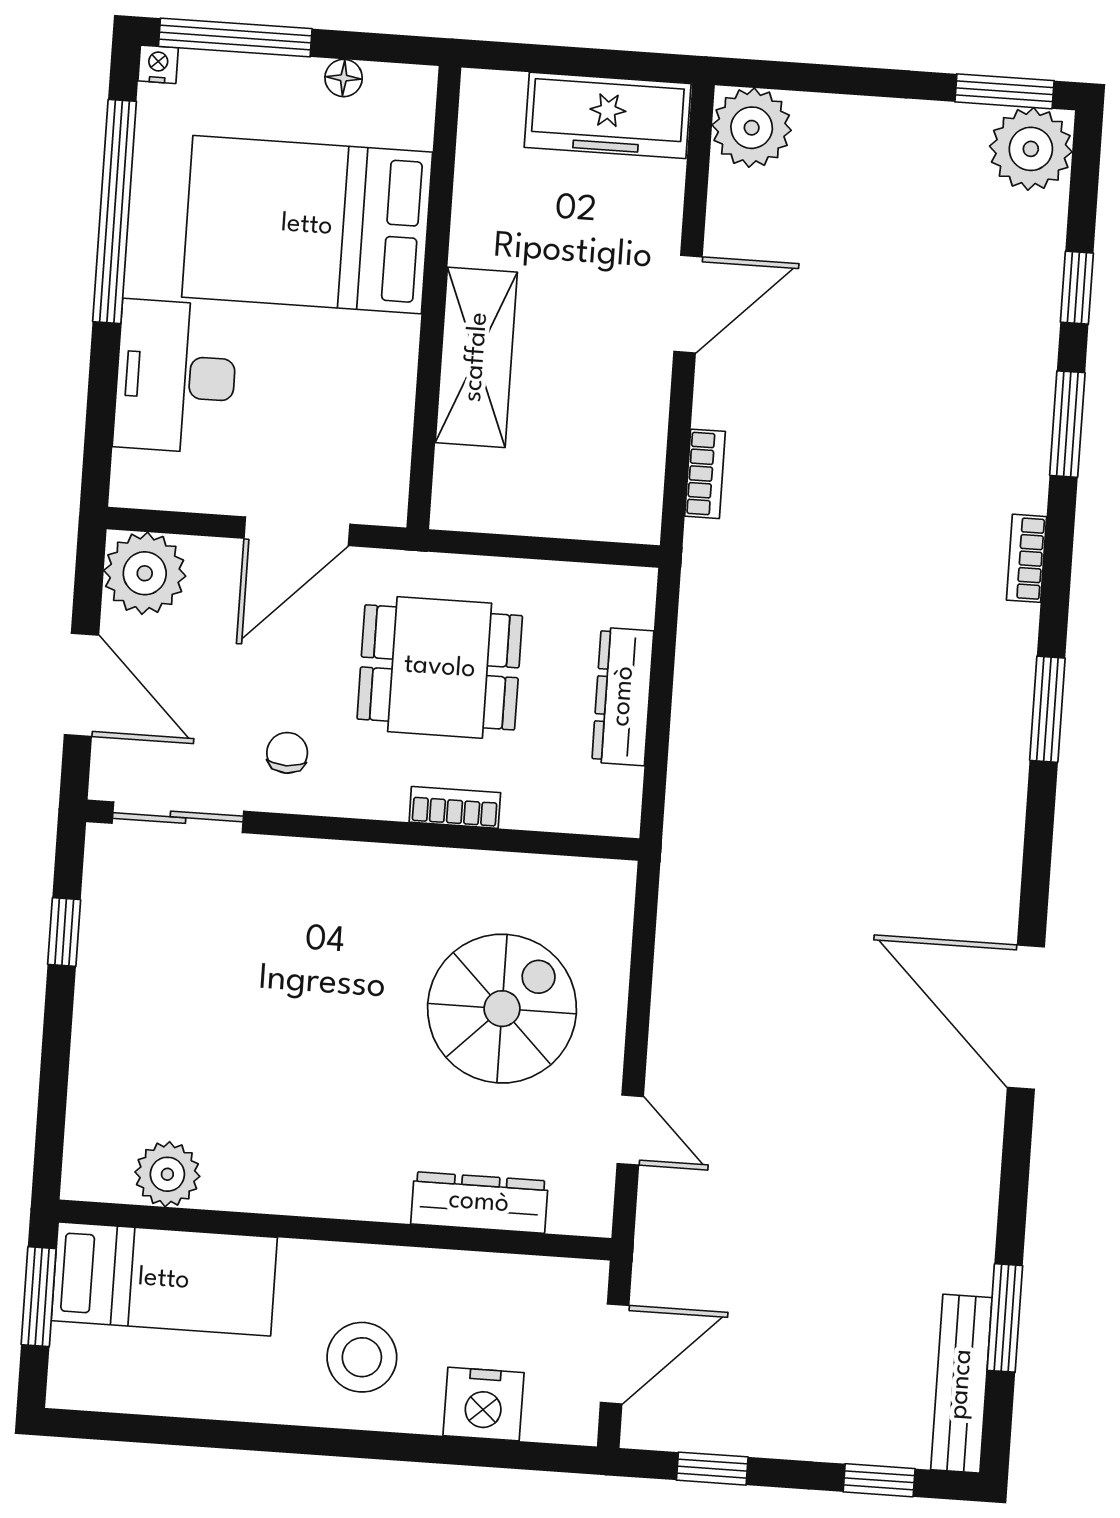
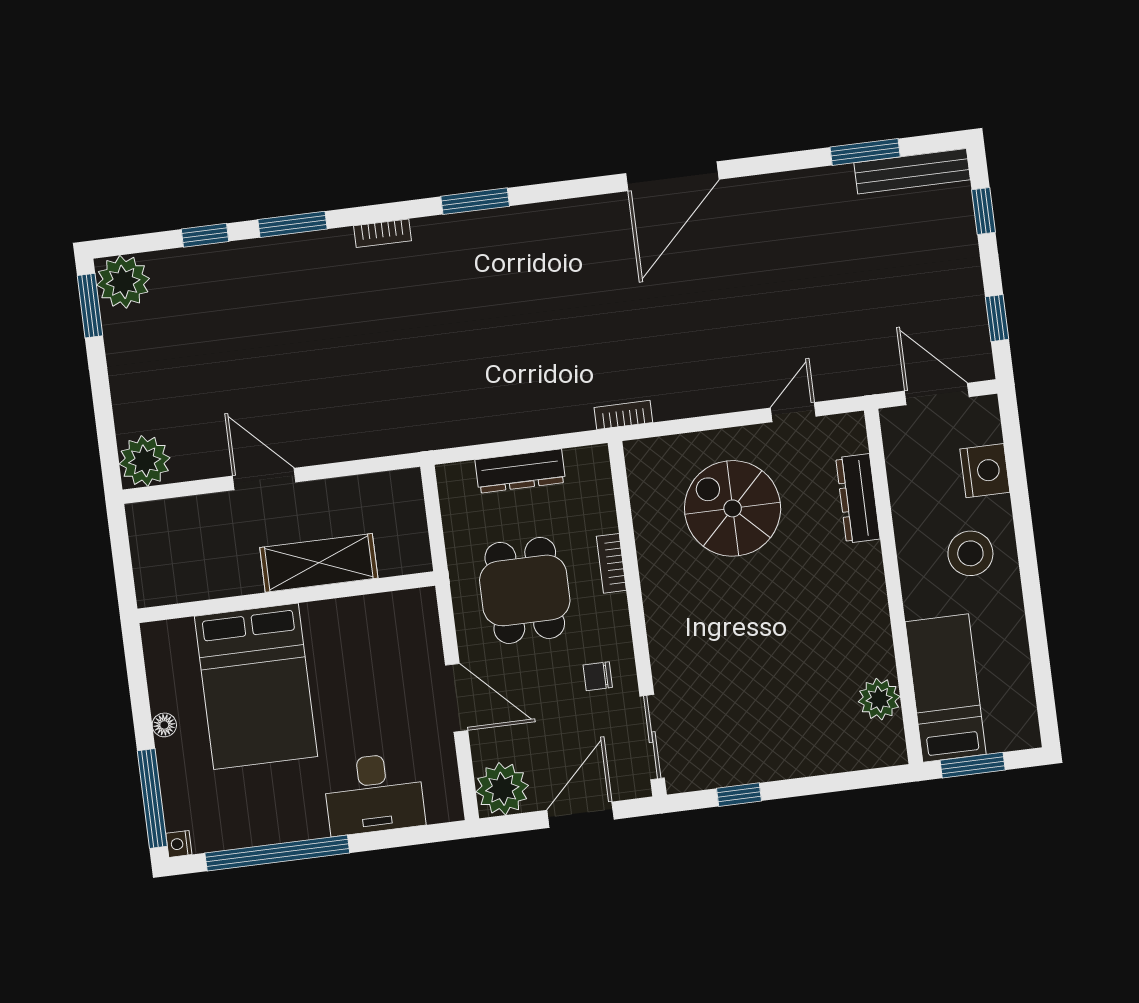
freezer: (608, 115) -> (155, 553), removed
bed: (307, 225) -> (256, 686), moved
wall: (434, 298) -> (286, 597), moved
shelving: (476, 357) -> (319, 563), moved
bookcase: (705, 474) -> (623, 415), moved

